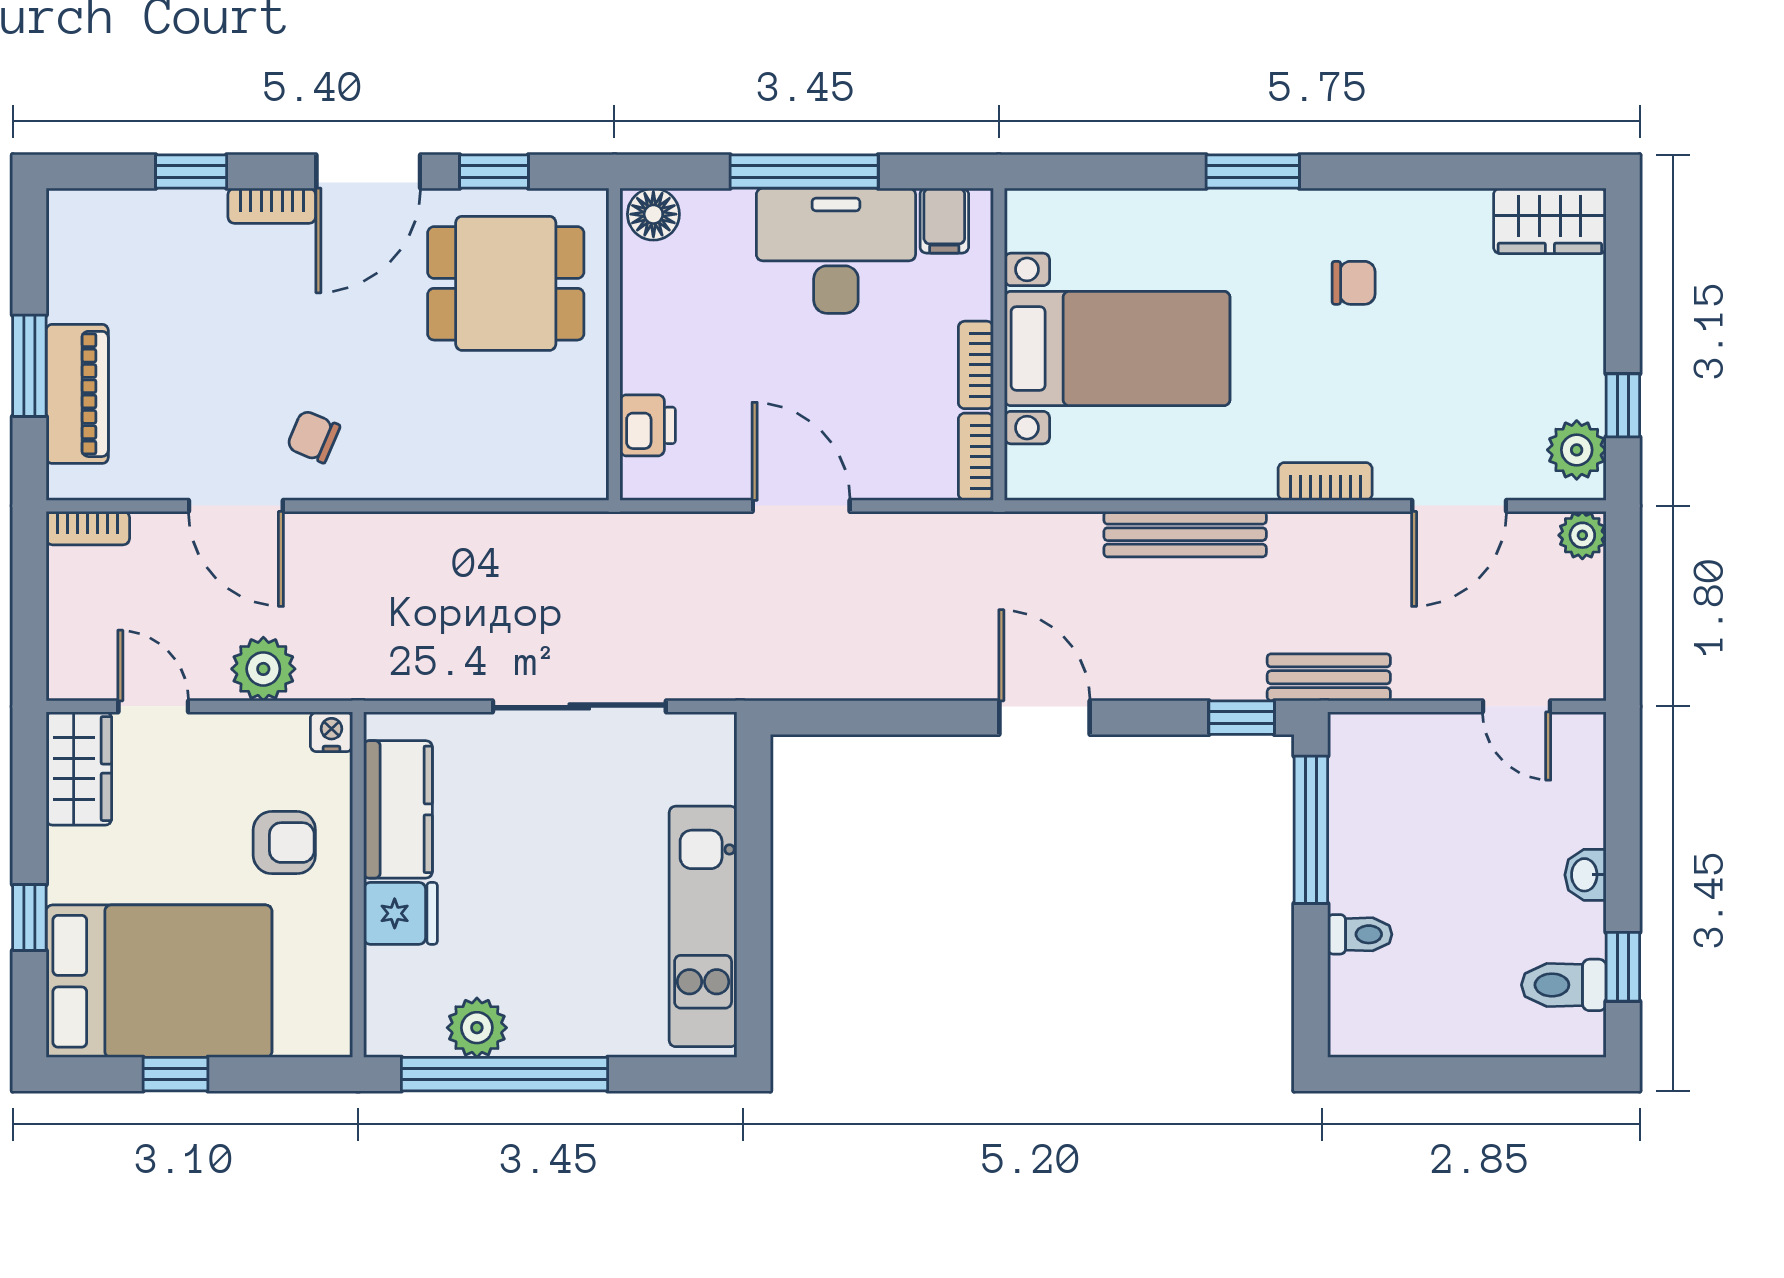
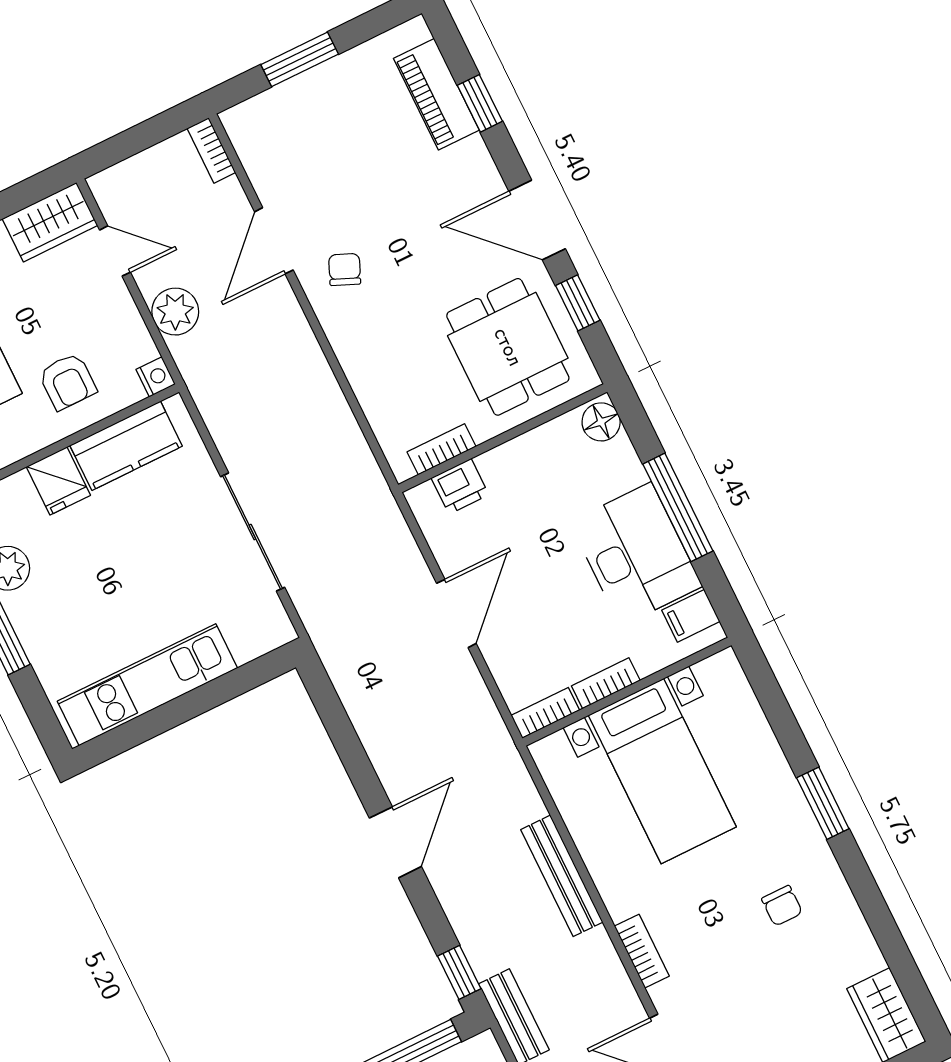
bookcase: (272, 206) -> (442, 449), moved, turned 90
piano: (77, 394) -> (436, 94), moved, turned 90
door: (153, 706) -> (115, 251), hinge flipped

